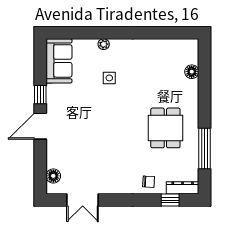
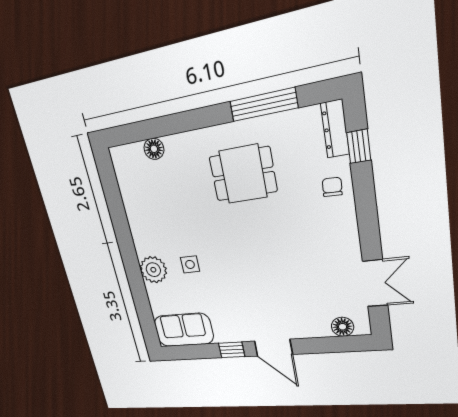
plant: (104, 44) -> (153, 270), width x1.88, depth x1.88

